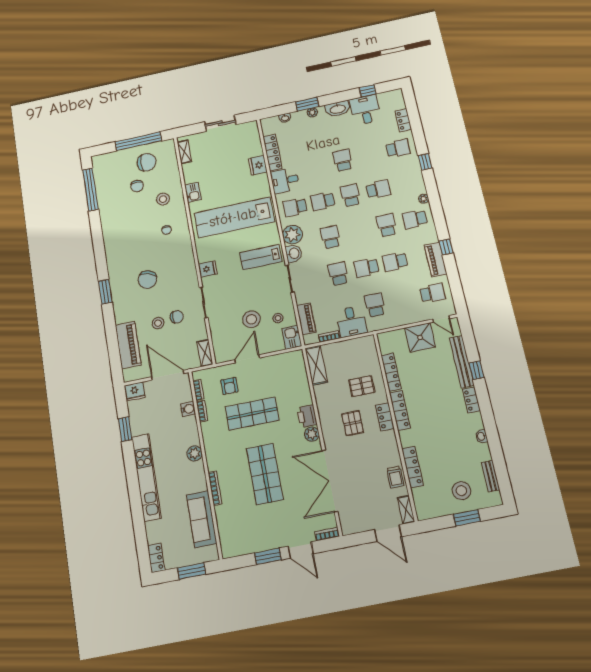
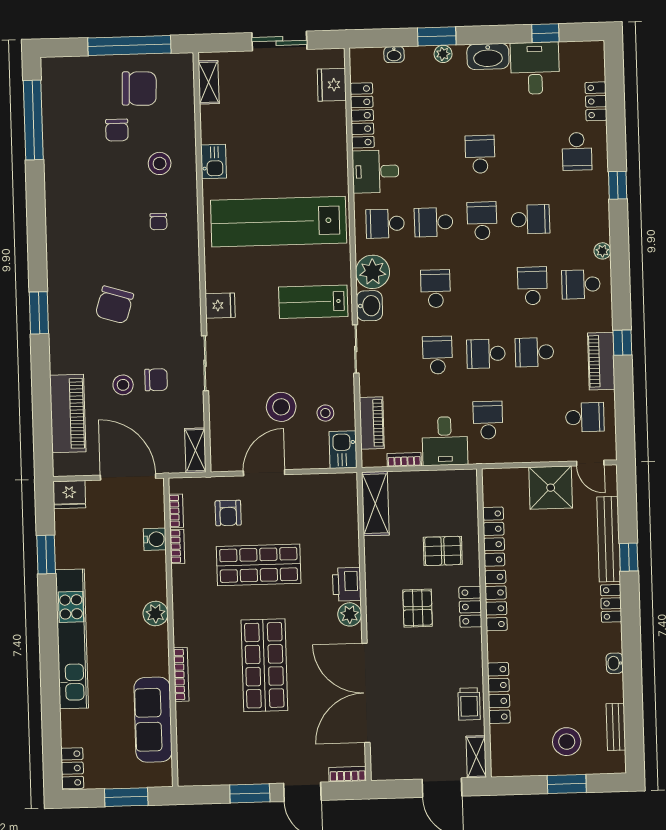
school desk: (398, 148) -> (577, 151), turned 90
fridge: (258, 165) -> (332, 85), moved

